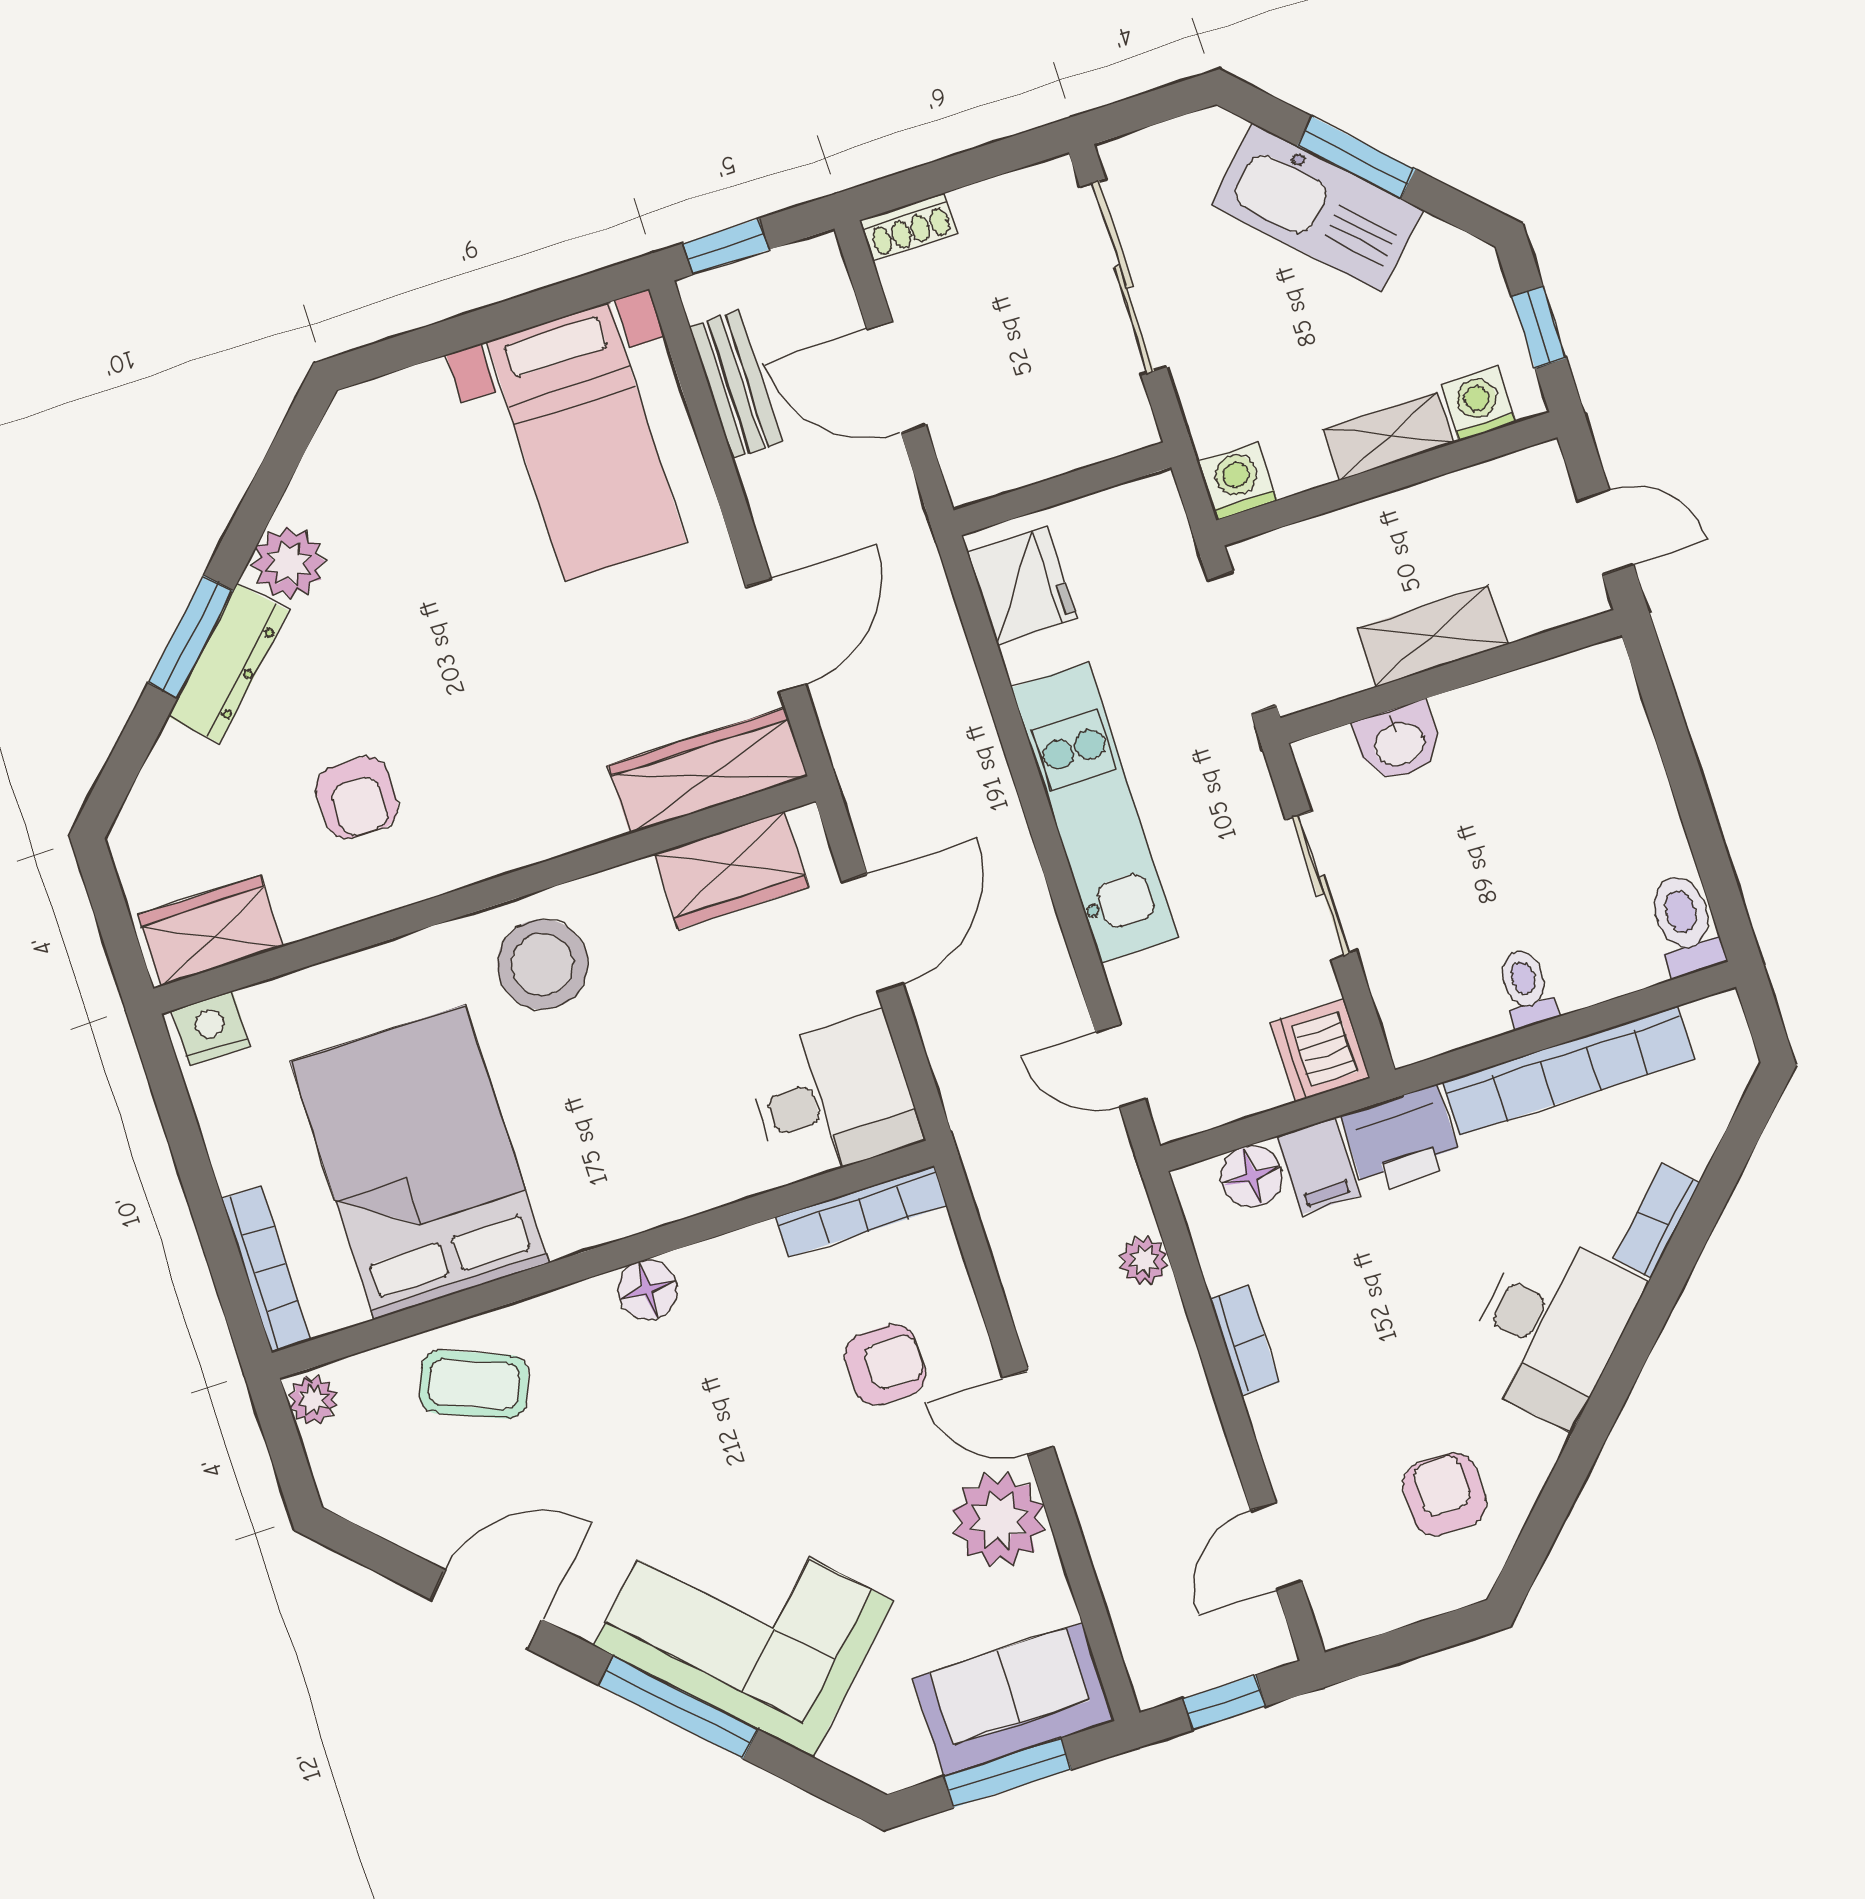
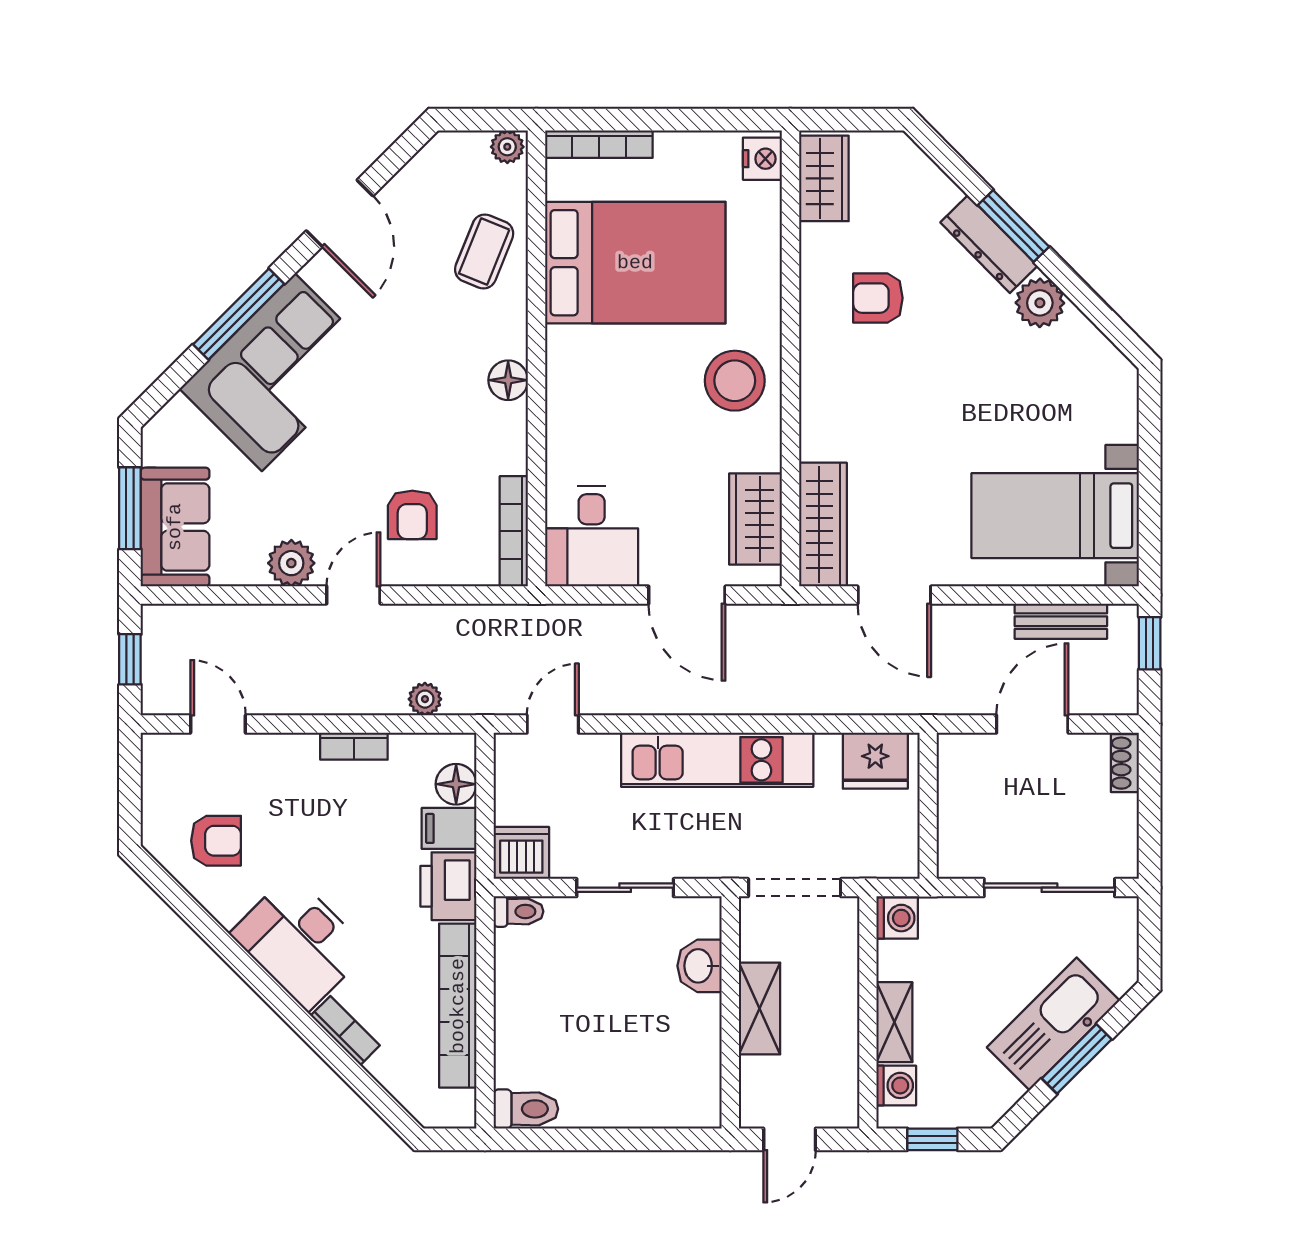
toilet: (1526, 988) -> (518, 911), moved
plant: (999, 1520) -> (291, 563), width x0.73, depth x0.73

